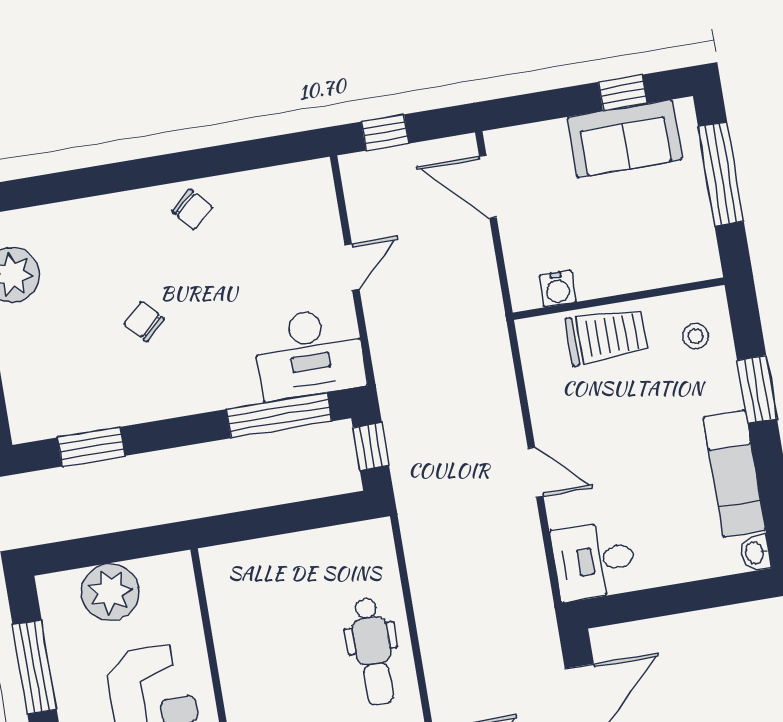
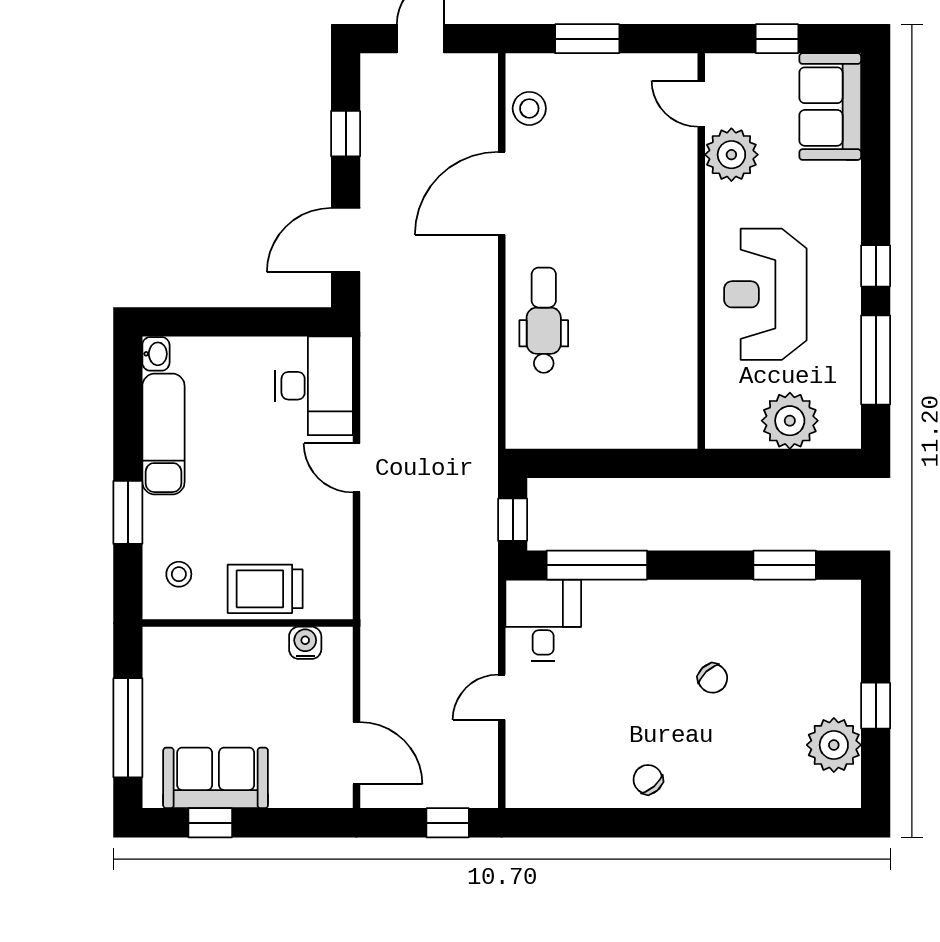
desk: (309, 353) -> (543, 620), width x0.73
desk: (594, 561) -> (314, 386), width x1.37

